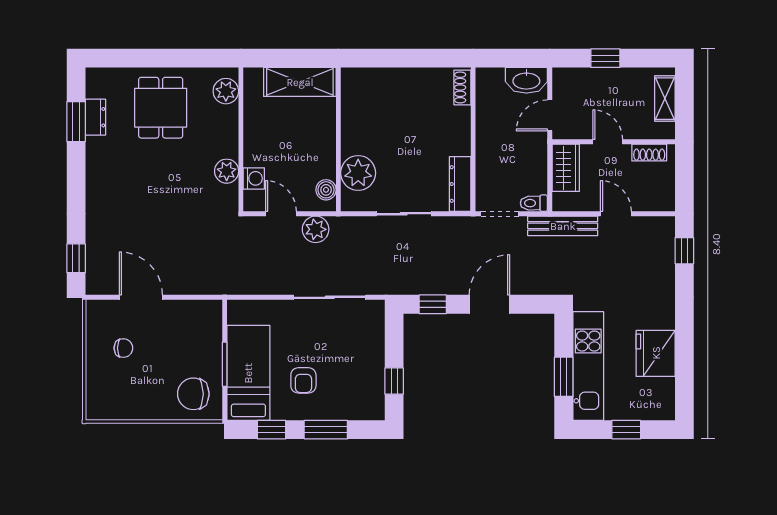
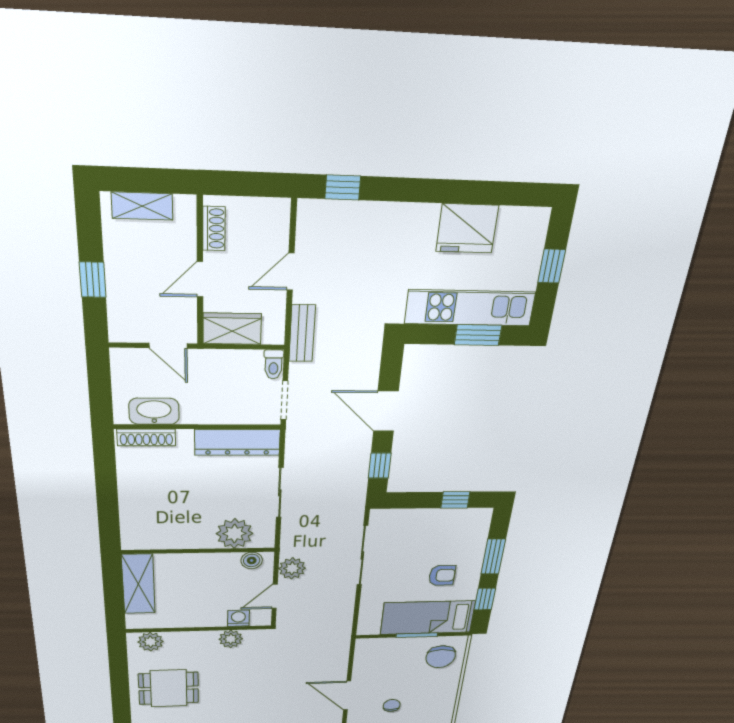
washbasin: (526, 80) -> (154, 411), moved, turned -90
shoe rack: (462, 87) -> (146, 437), width x1.43
dresser: (460, 184) -> (237, 442), width x1.37, depth x1.24
bench: (563, 226) -> (302, 333), width x0.73
door: (141, 297) -> (347, 696), hinge flipped

